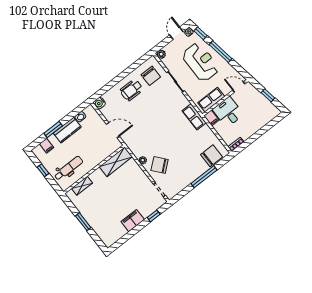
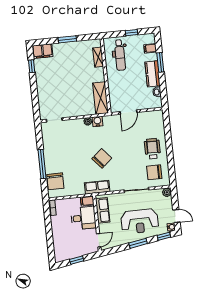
window: (220, 52) -> (138, 243), width x0.69
water cooler: (99, 103) -> (97, 121), moved
chair: (160, 165) -> (102, 158), moved
window: (154, 216) -> (32, 66), moved
filing cabinet: (133, 221) -> (43, 51), moved, turned 90

